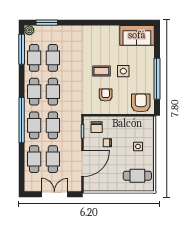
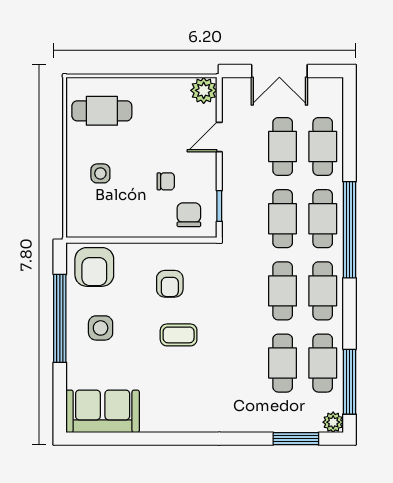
side table: (123, 71) -> (101, 328), moved
door: (82, 164) -> (219, 137), width x0.53
plant: (90, 185) -> (204, 90), added

